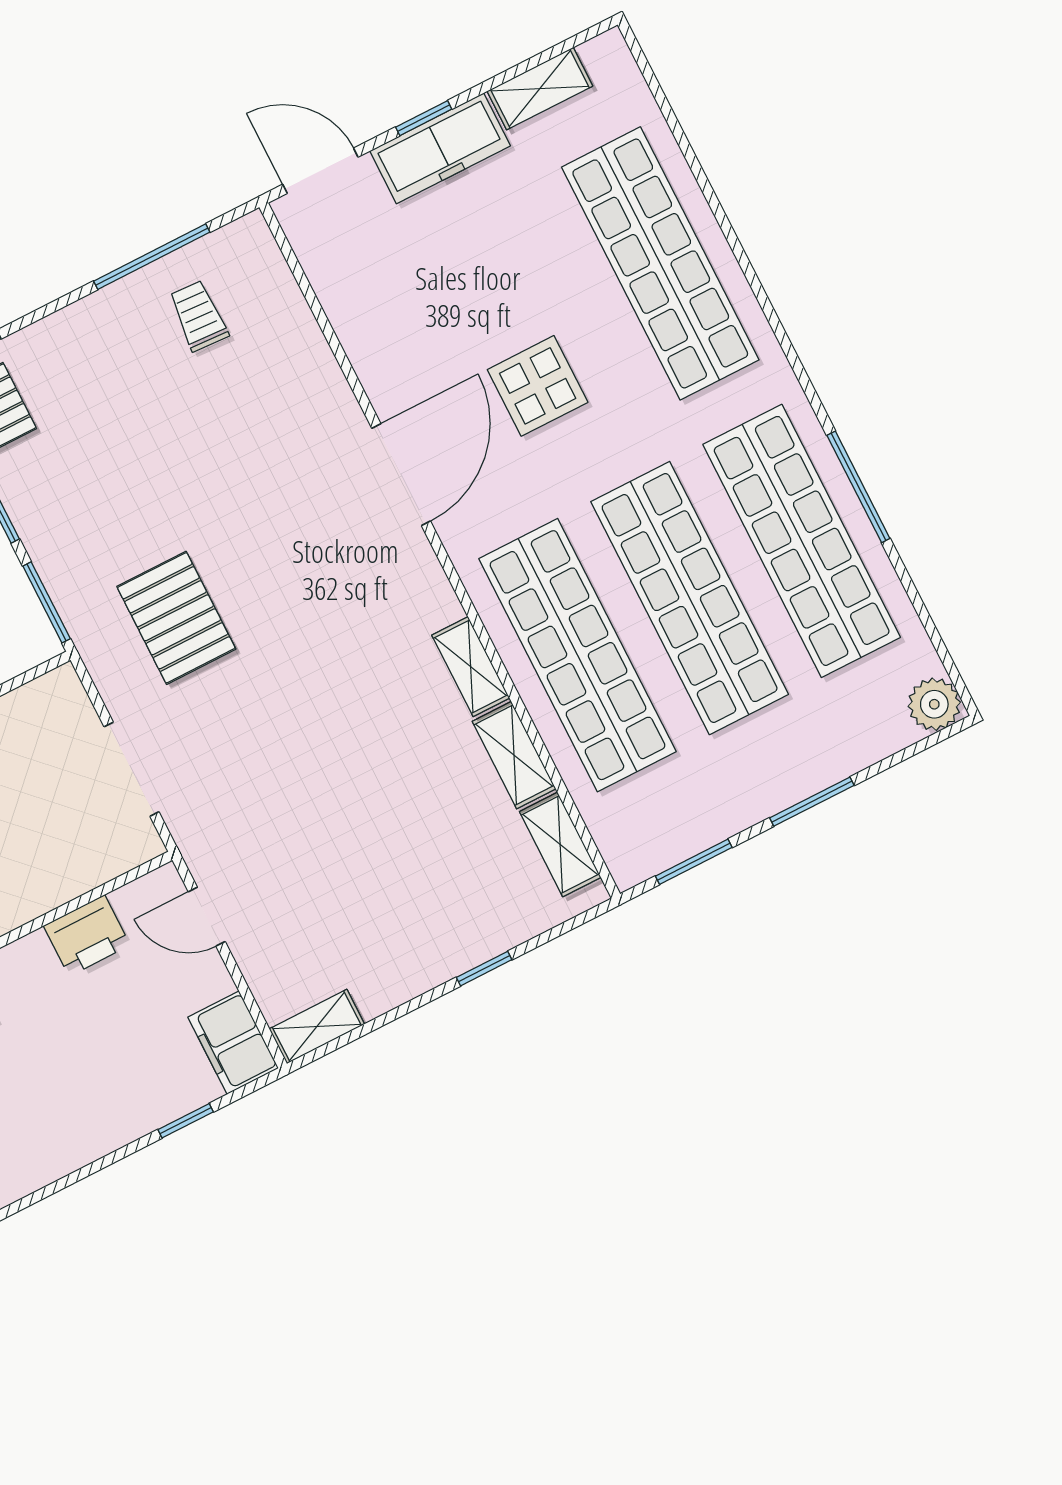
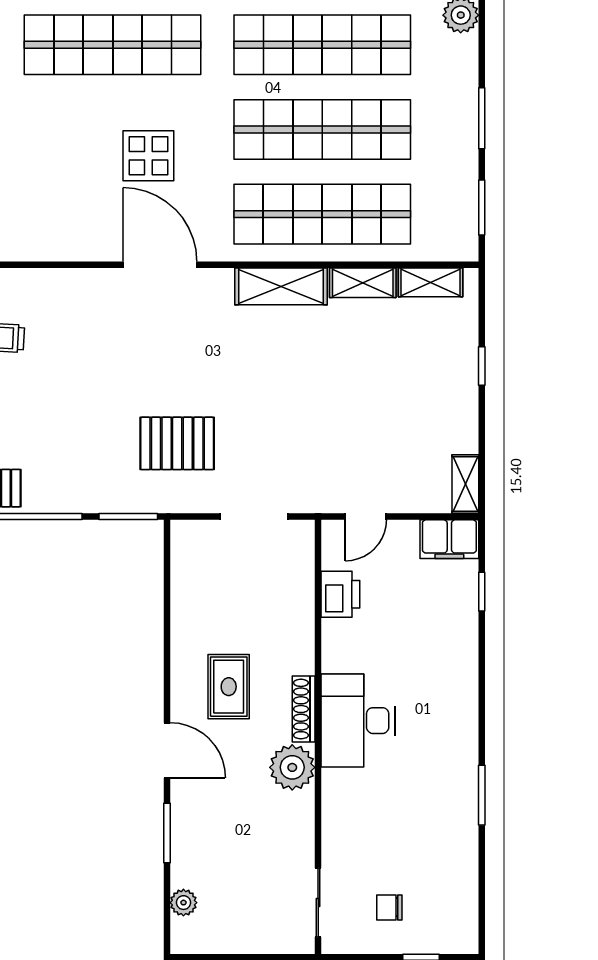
shelving: (471, 667) -> (281, 286), width x1.50, depth x1.33

